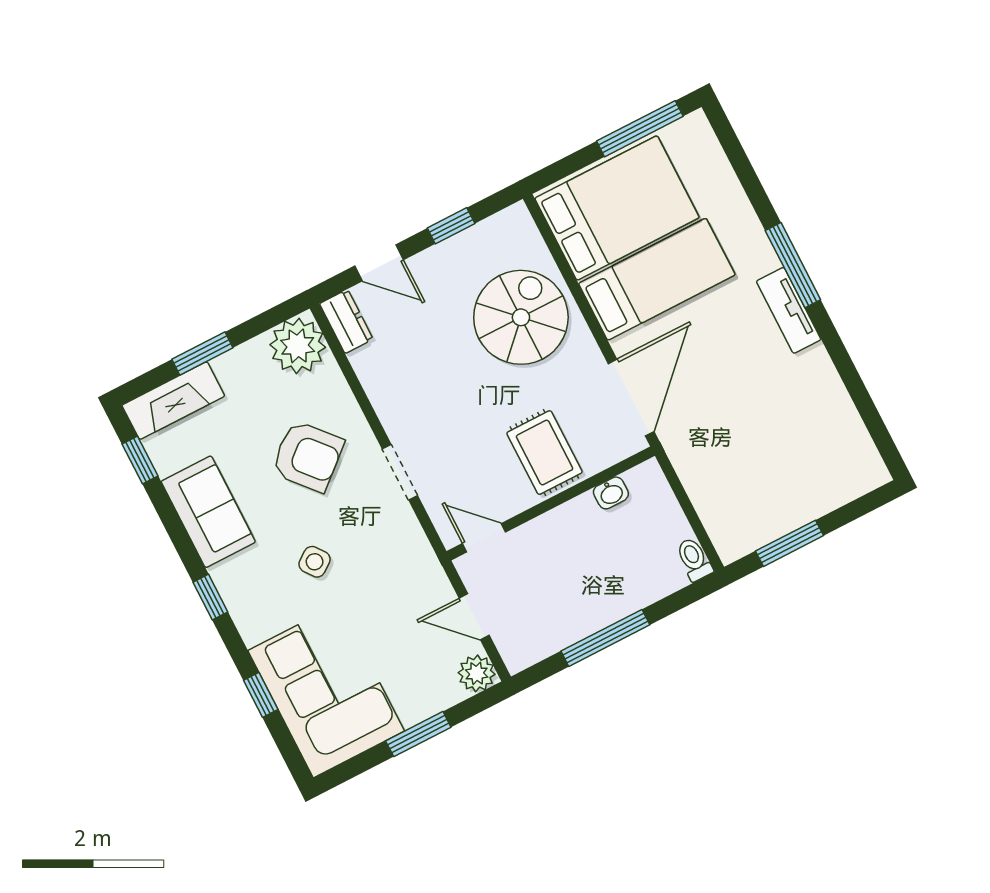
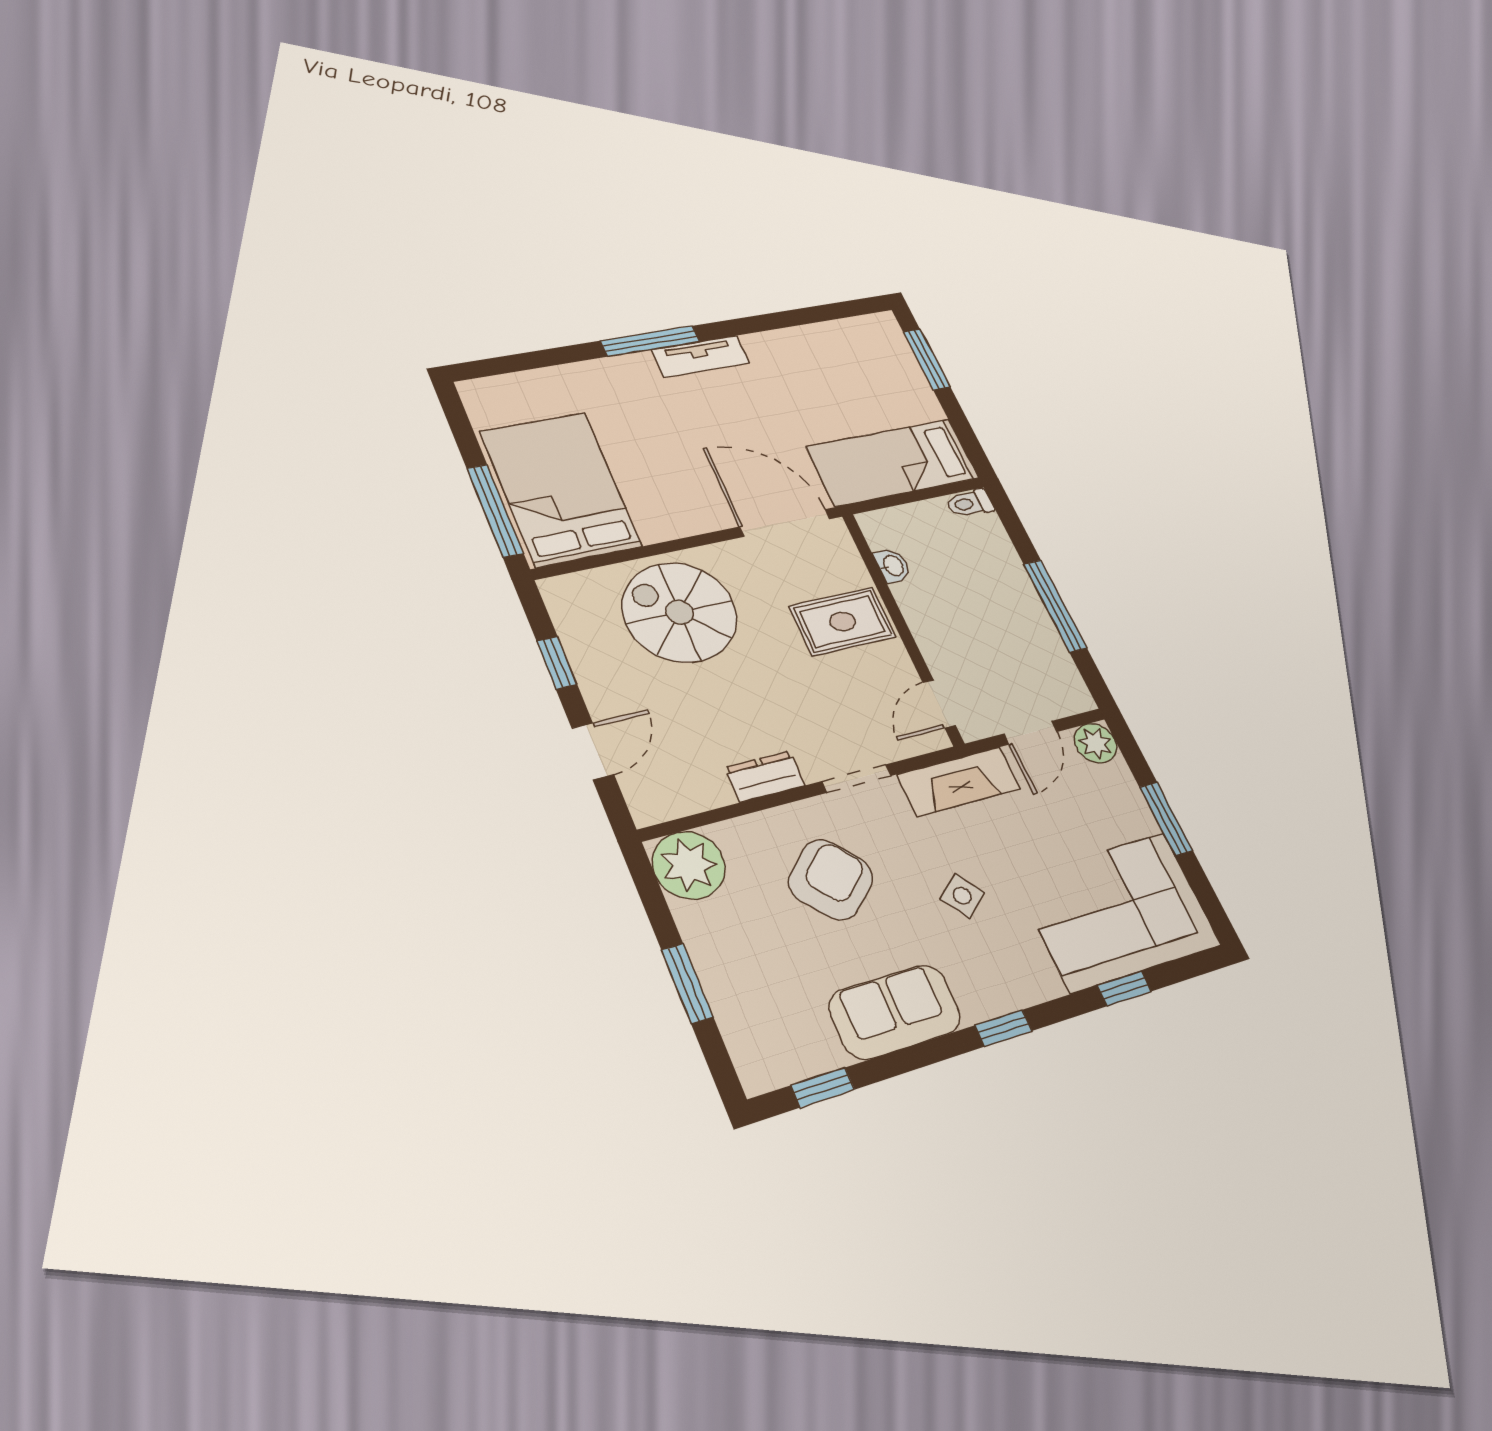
window: (640, 129) -> (495, 511), moved
bed: (657, 279) -> (893, 462), moved, turned -90
dresser: (346, 321) -> (765, 776), moved
fireplace: (173, 401) -> (959, 782), moved, turned 90
window: (789, 543) -> (927, 359), moved

